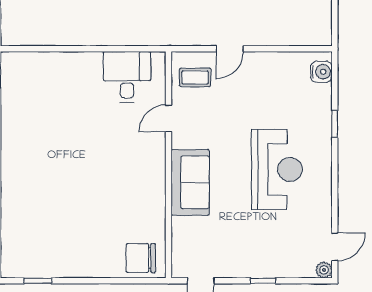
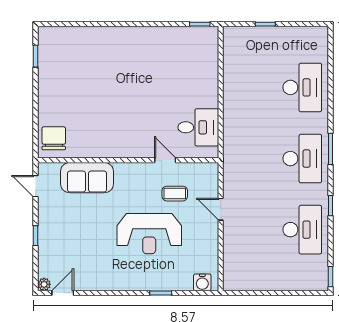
coffee table: (195, 77) -> (175, 194), moved, turned 90
reception desk: (277, 170) -> (149, 234), moved
sofa: (190, 182) -> (87, 178), moved
door: (335, 247) -> (63, 293), swing flipped

